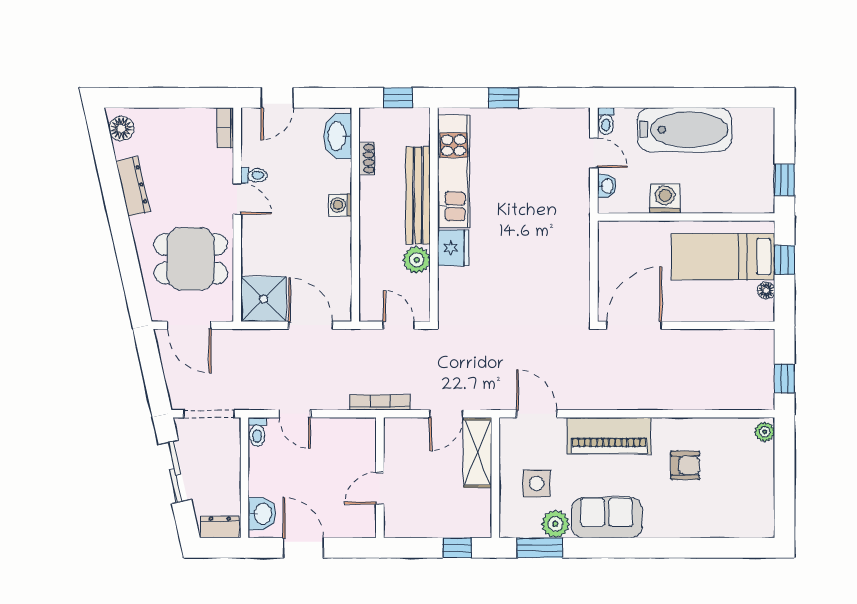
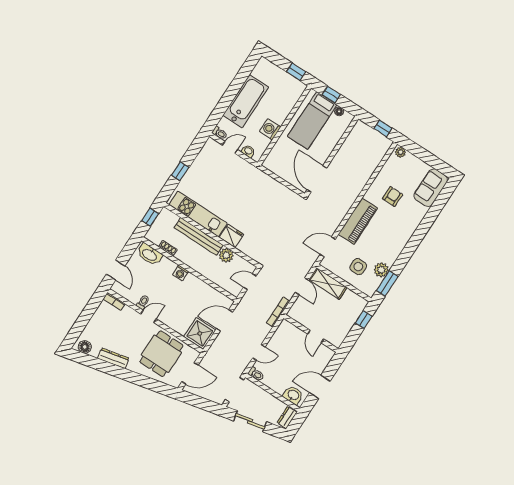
sofa: (607, 518) -> (431, 188), moved

